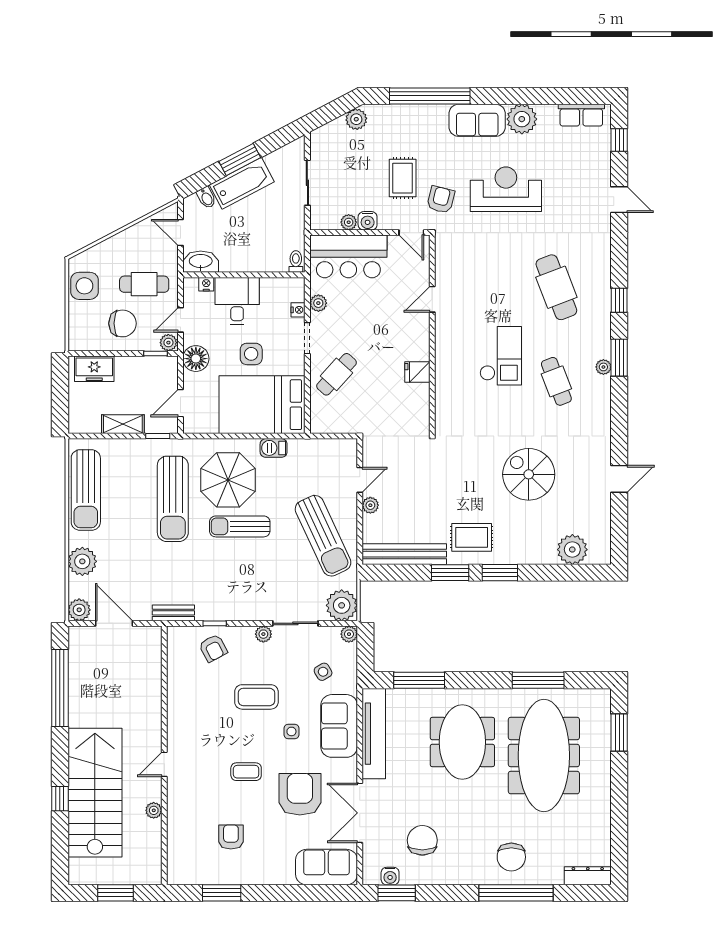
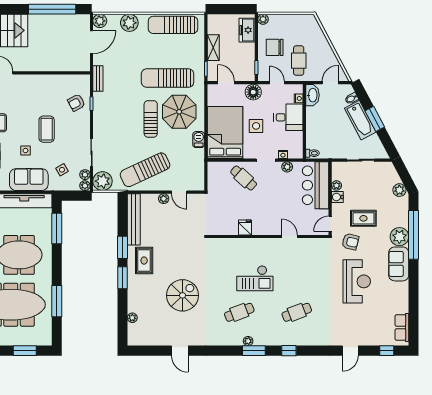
plant: (522, 119) -> (399, 237), moved
side table: (84, 286) -> (298, 24), removed
cafe table: (556, 287) -> (297, 312), width x0.73, depth x0.74
chair: (122, 323) -> (275, 47), turned 90
plant: (168, 343) -> (263, 19), moved
plant: (572, 550) -> (132, 318), width x0.53, depth x0.53
plant: (263, 634) -> (85, 175), moved

